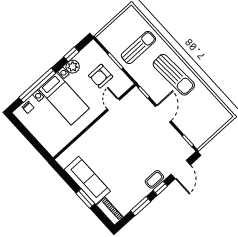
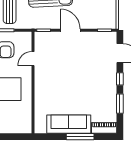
door: (113, 104) -> (33, 59), hinge flipped
coffee table: (154, 179) -> (110, 77), removed
window: (85, 198) -> (80, 137), width x1.44

